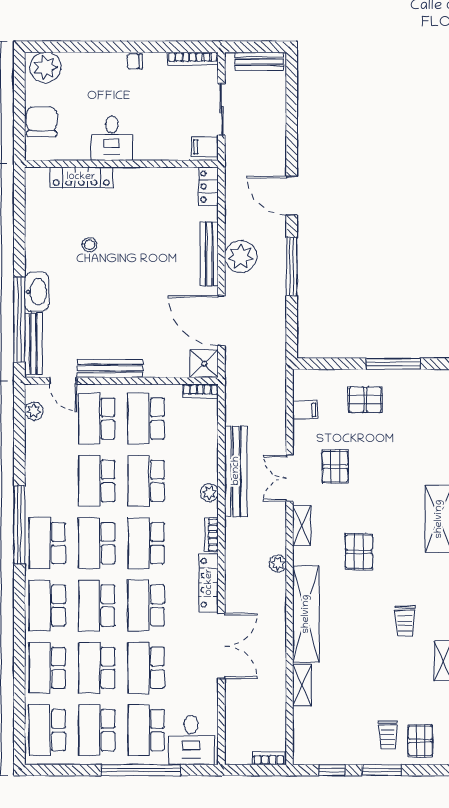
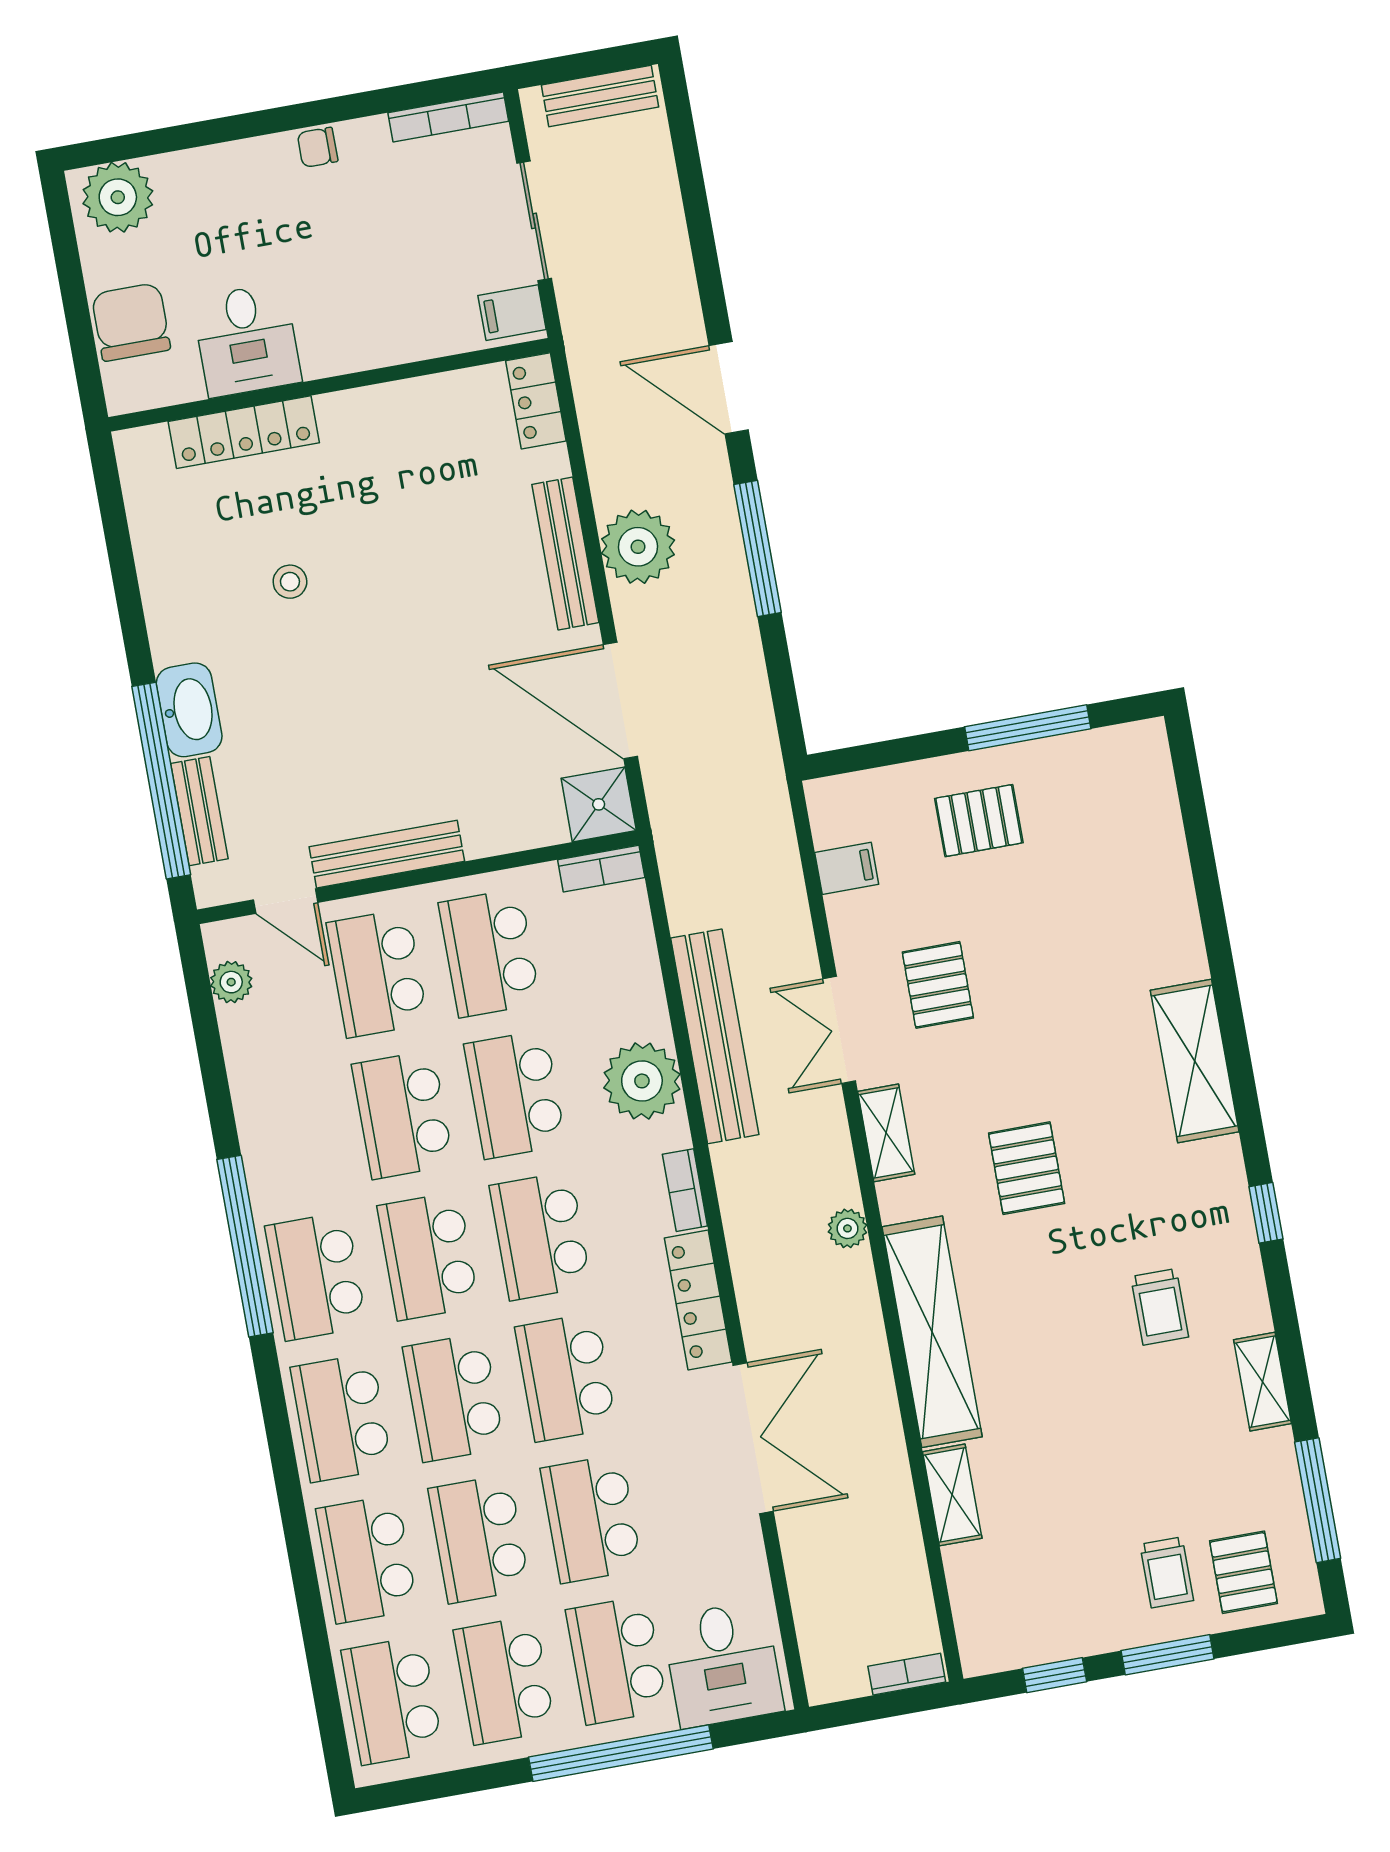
desk: (112, 138) -> (247, 340), moved
bench: (33, 344) -> (199, 811), width x0.73
plant: (209, 493) -> (642, 1081), width x1.88, depth x1.88

